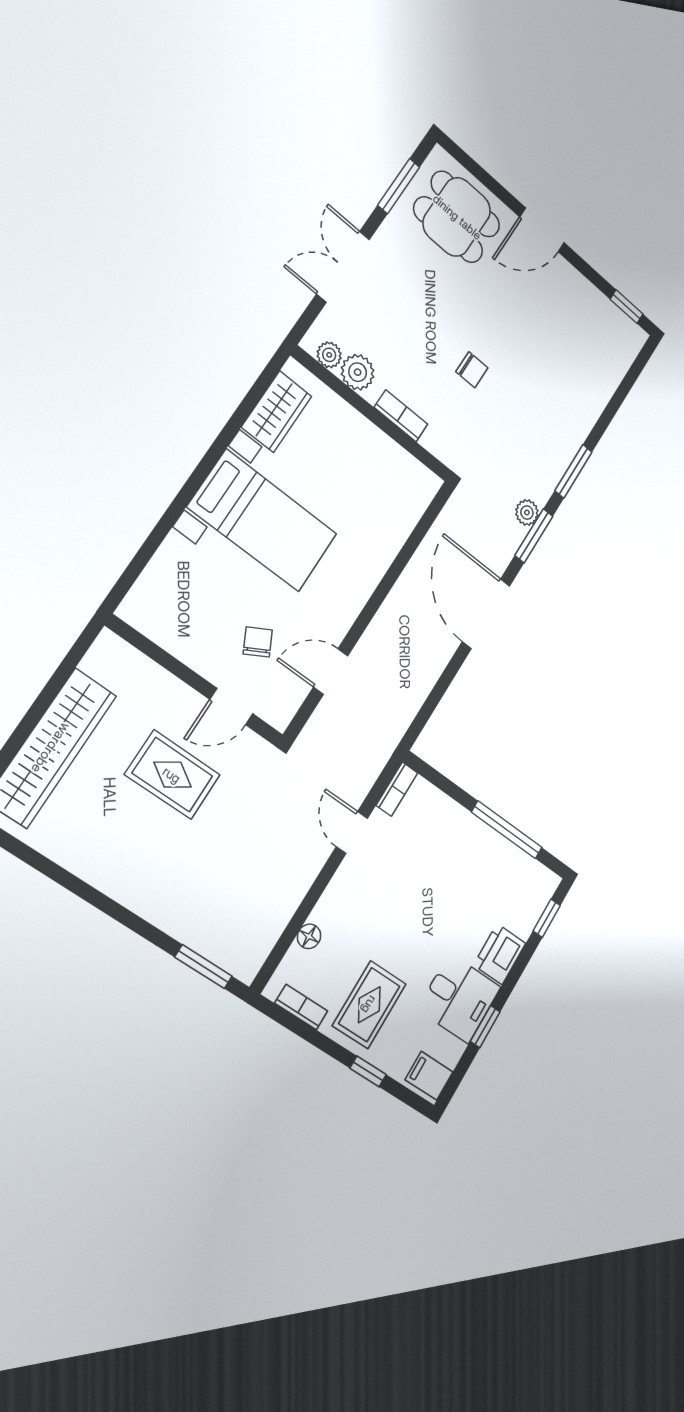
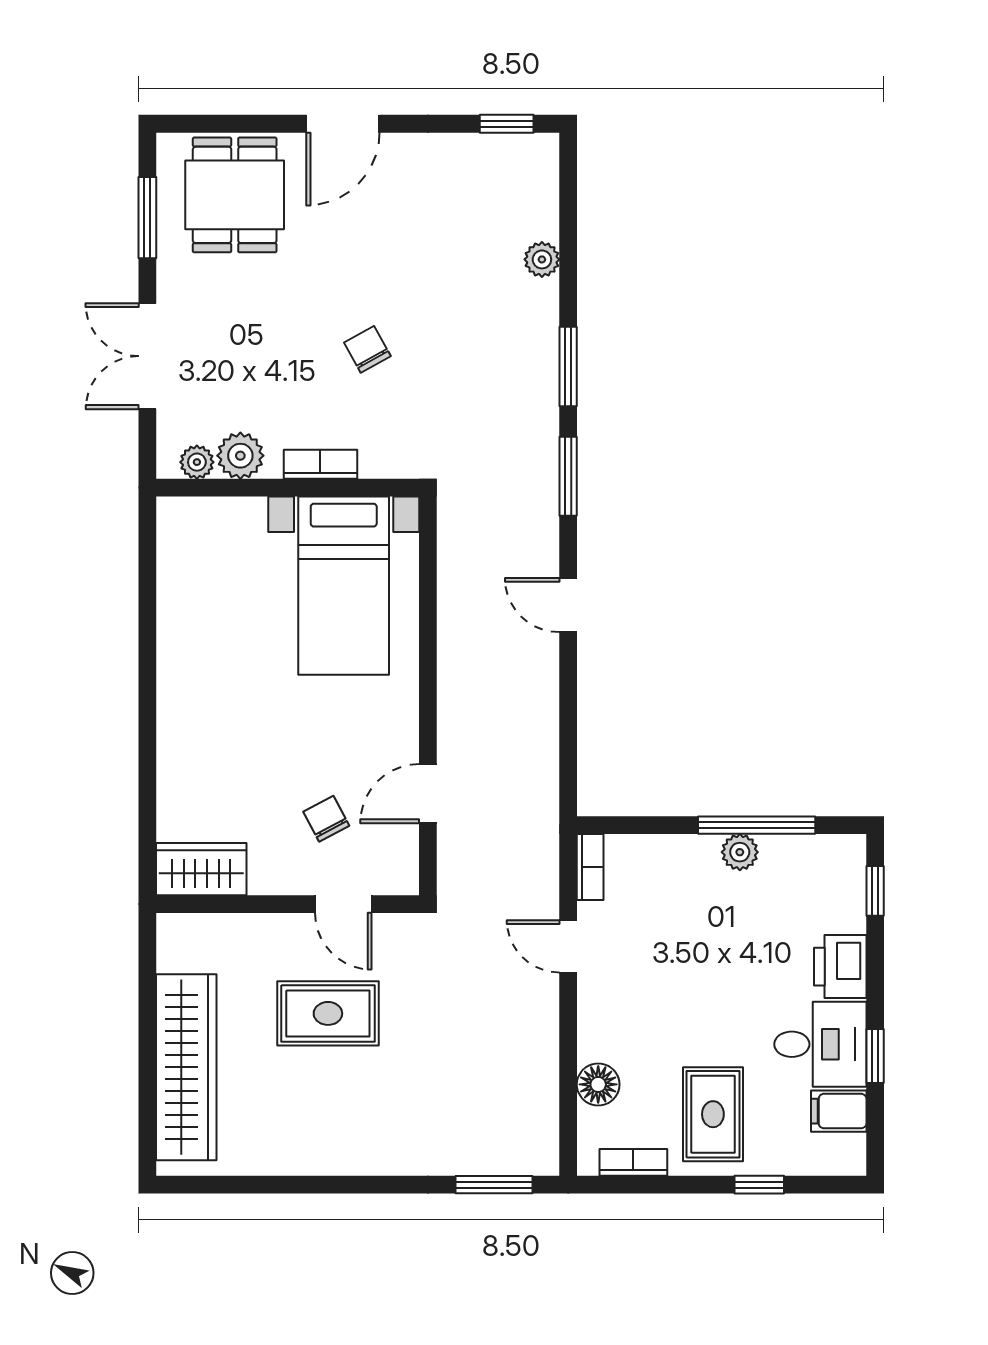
dining table: (457, 217) -> (235, 195), turned 90
chair: (472, 370) -> (367, 349), turned -119
wardrobe: (277, 412) -> (201, 869), moved, turned -90
plant: (527, 513) -> (542, 259), moved
bed with nightstands: (263, 521) -> (344, 586), moved, turned 90
door: (486, 614) -> (568, 605), width x0.53
door: (231, 707) -> (343, 904), hinge flipped
plant: (487, 841) -> (740, 852), added
floor lamp: (309, 936) -> (598, 1084), width x1.37, depth x1.37
filing cabinet: (429, 1076) -> (839, 1111), moved

